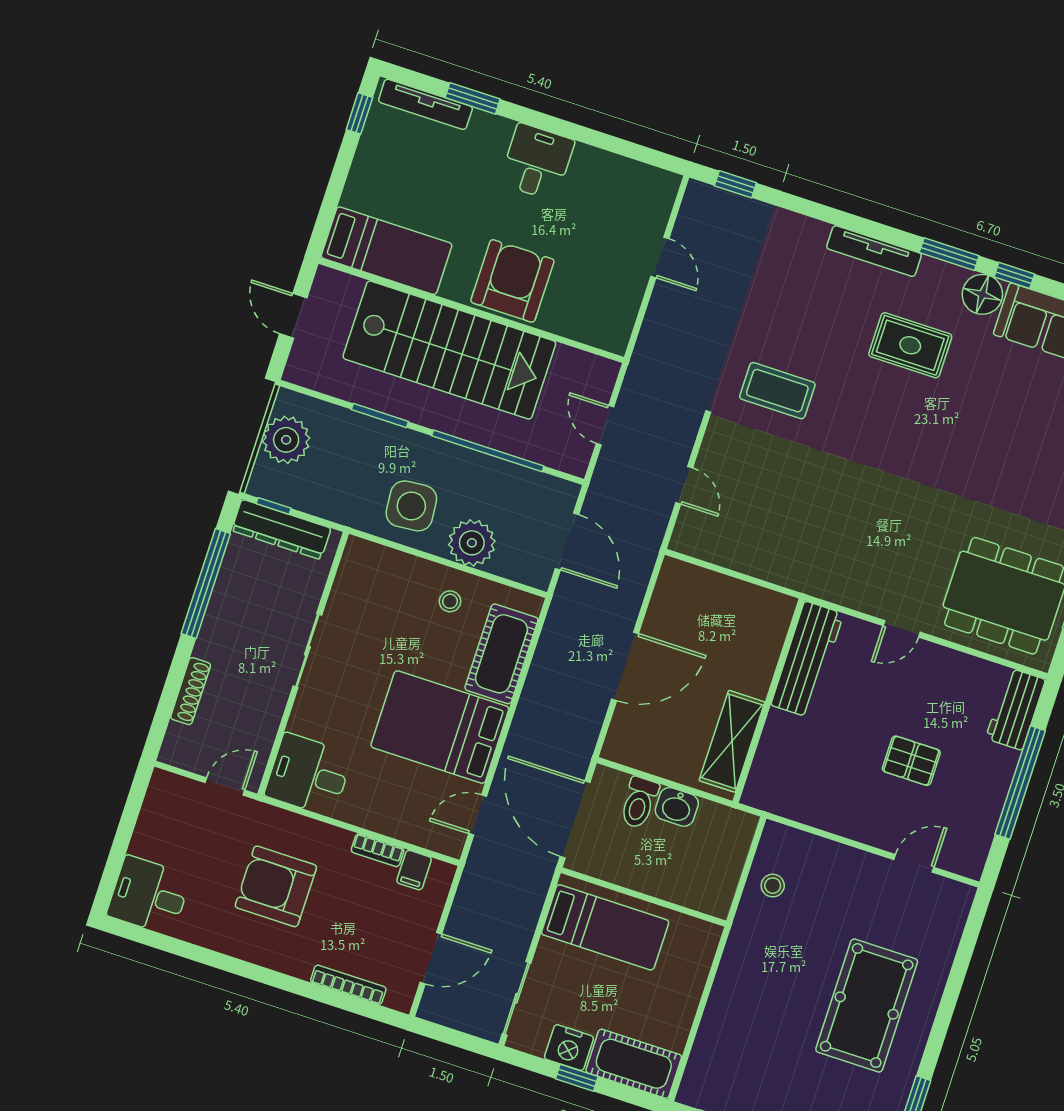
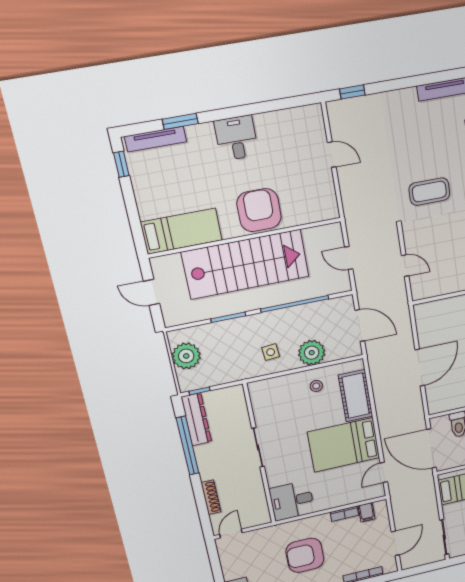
side table: (411, 506) -> (271, 352), width x0.54, depth x0.54
dresser: (281, 529) -> (196, 419), moved, turned -90
door: (225, 786) -> (231, 534), moved

